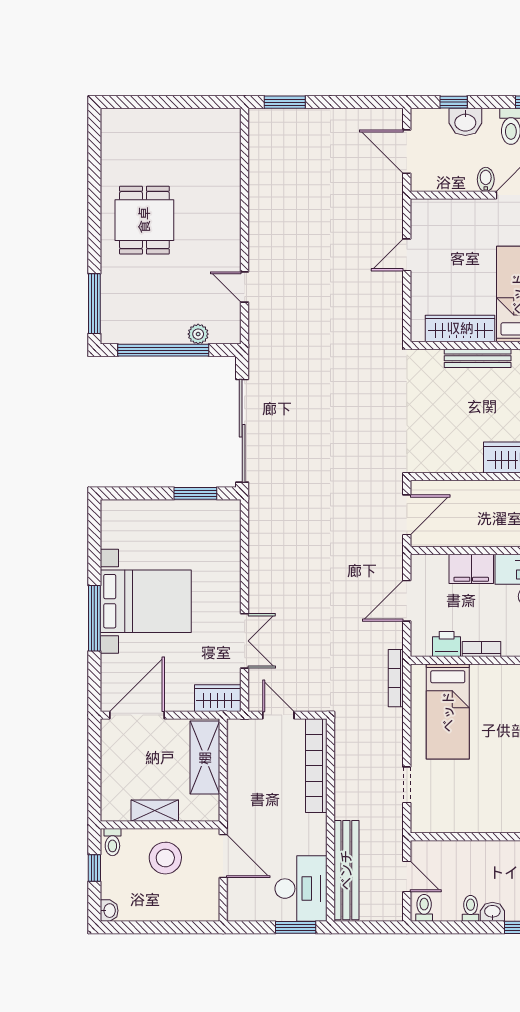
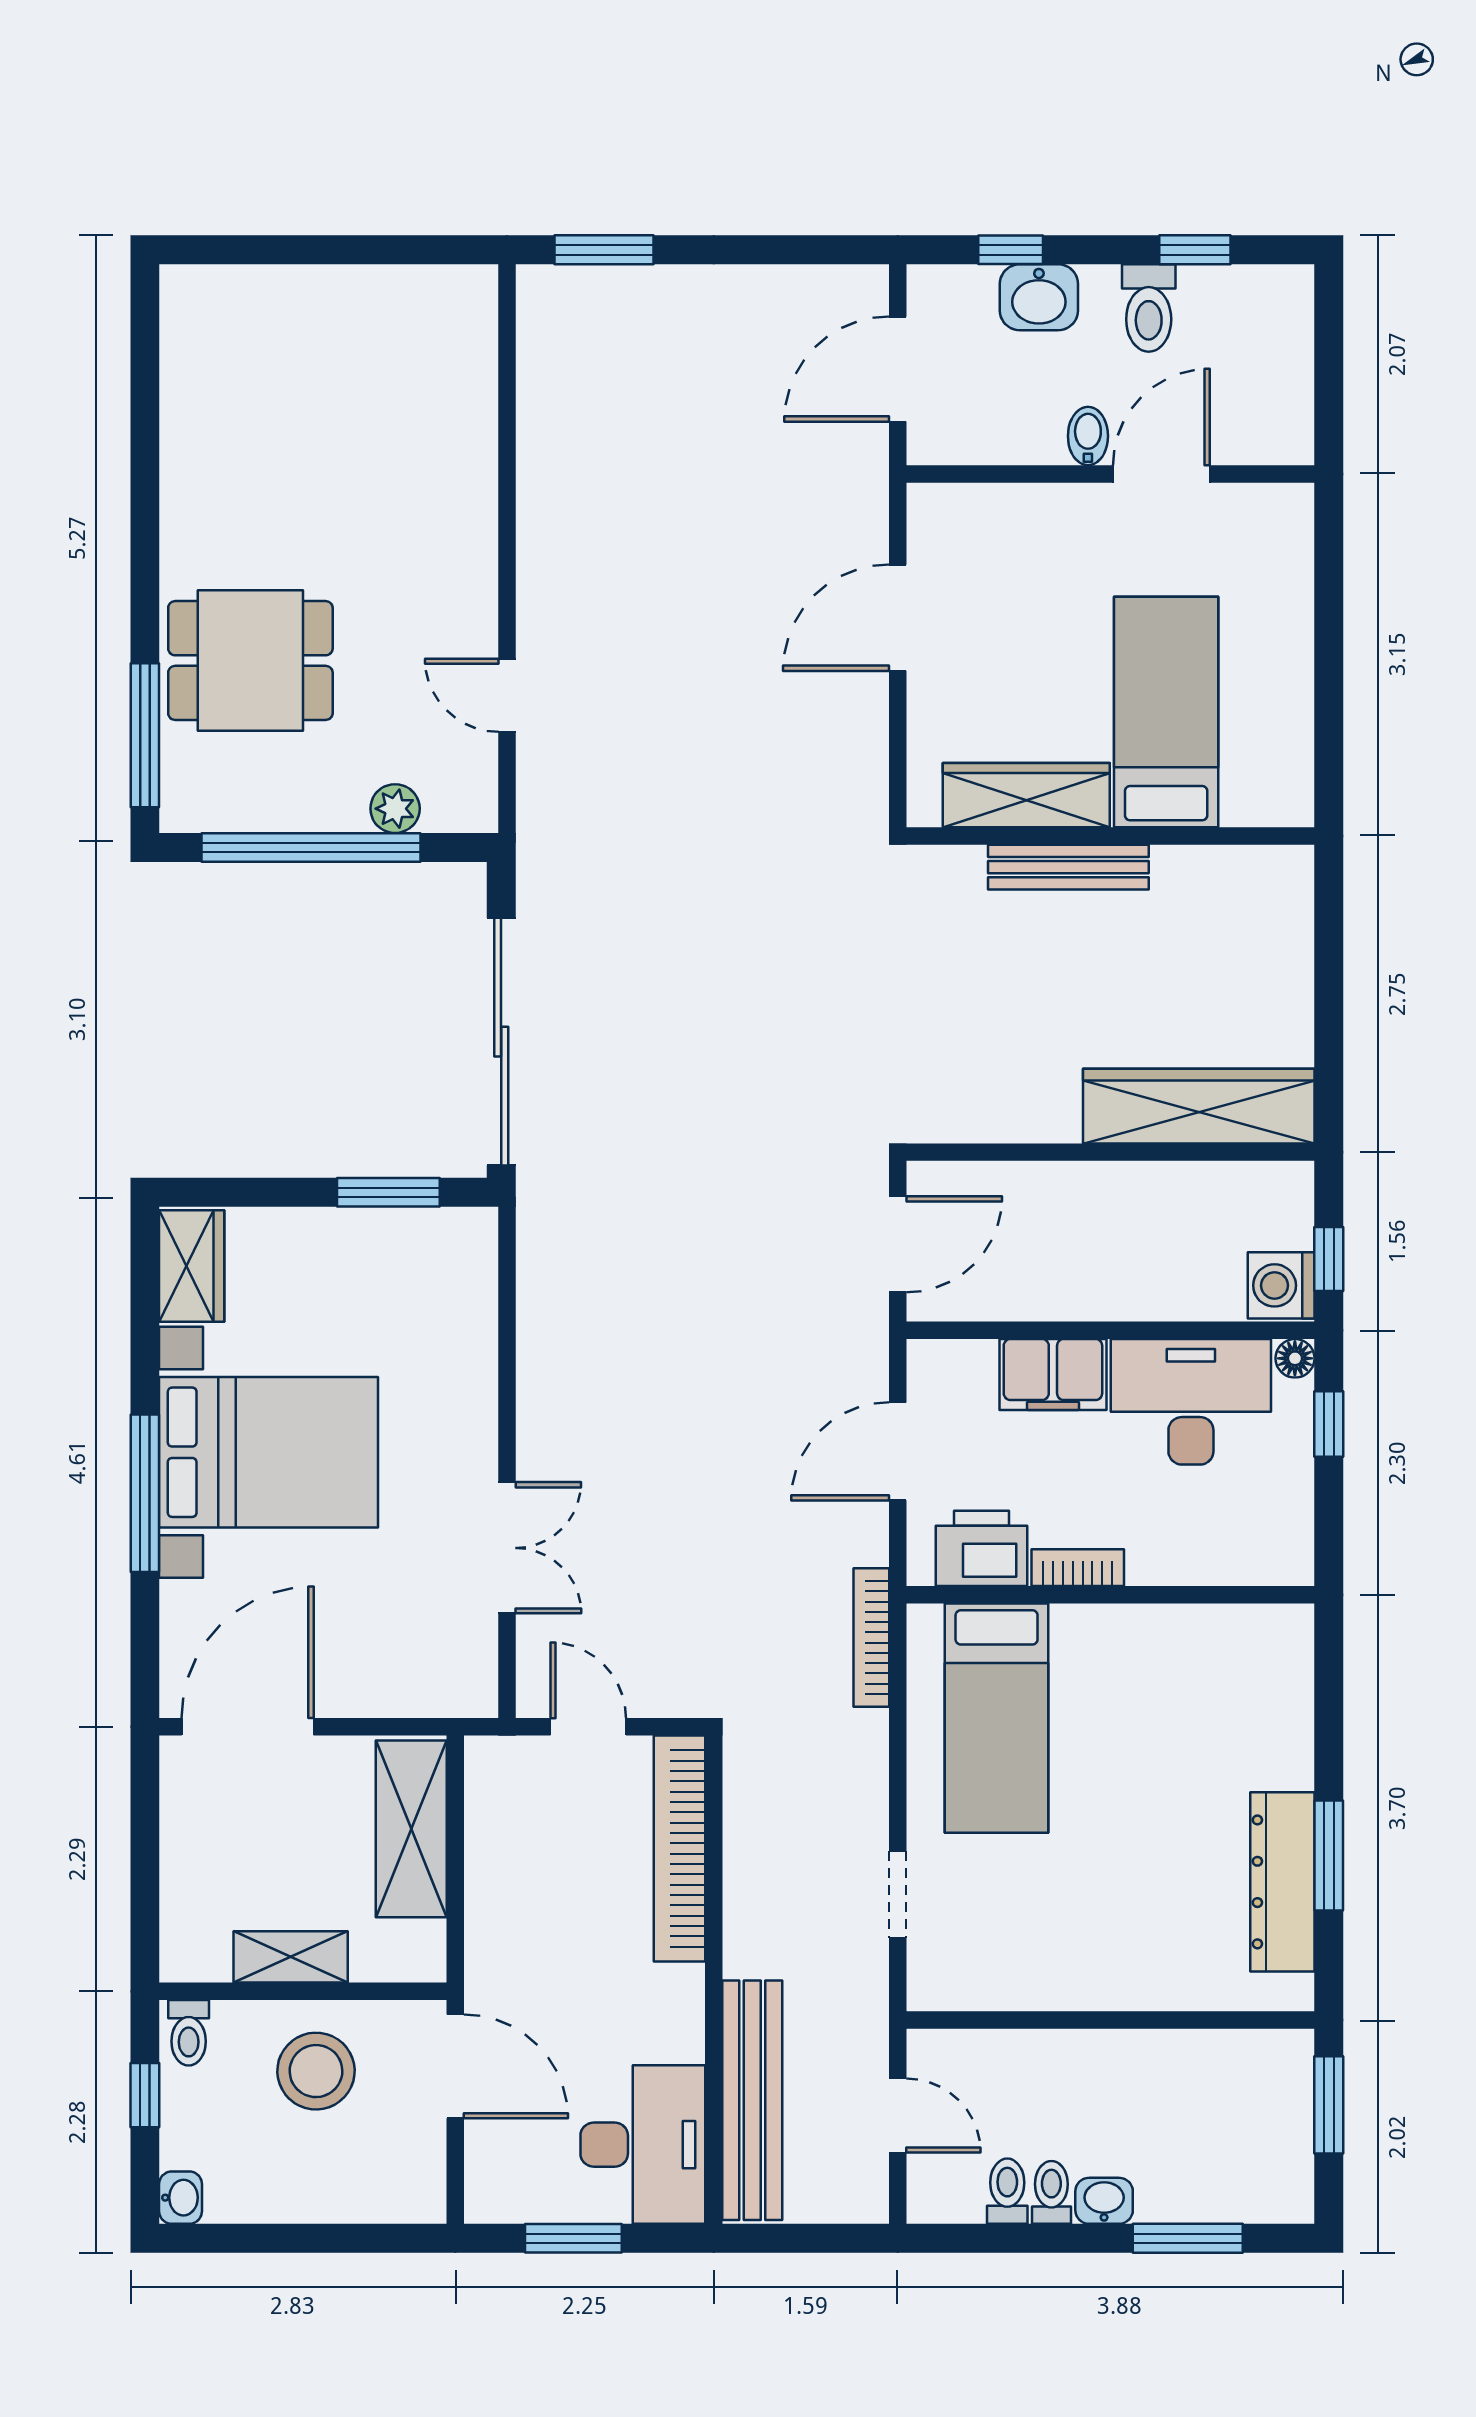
door: (407, 152) -> (898, 369), hinge flipped
dining table: (144, 220) -> (250, 661), moved, turned 90
door: (407, 255) -> (898, 618), width x1.38
printer: (447, 644) -> (981, 1548), width x1.36, depth x1.24
wardrobe: (218, 698) -> (192, 1266), moved, turned 90
toilet: (424, 908) -> (1007, 2191), moved
window: (296, 927) -> (573, 2238), moved

